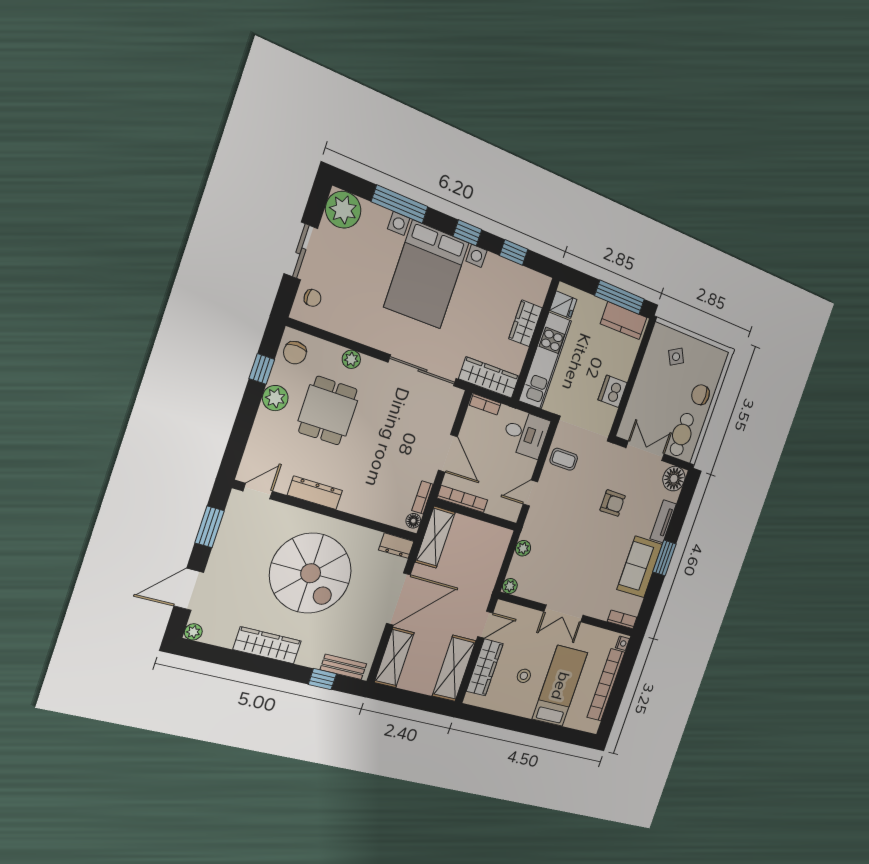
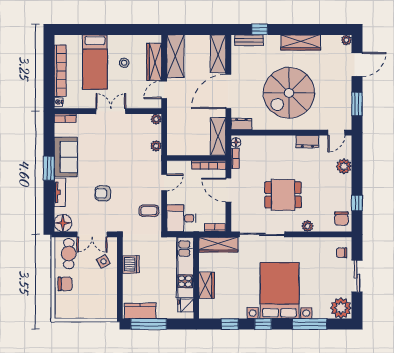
chair: (295, 353) -> (341, 218), turned 180
side table: (676, 357) -> (103, 261), moved
plant: (275, 398) -> (344, 166), moved
dining table: (328, 411) -> (283, 195), moved, turned 90
dresser: (315, 493) -> (307, 142), width x0.70
spiral stairs: (311, 573) -> (289, 93), turned -90

